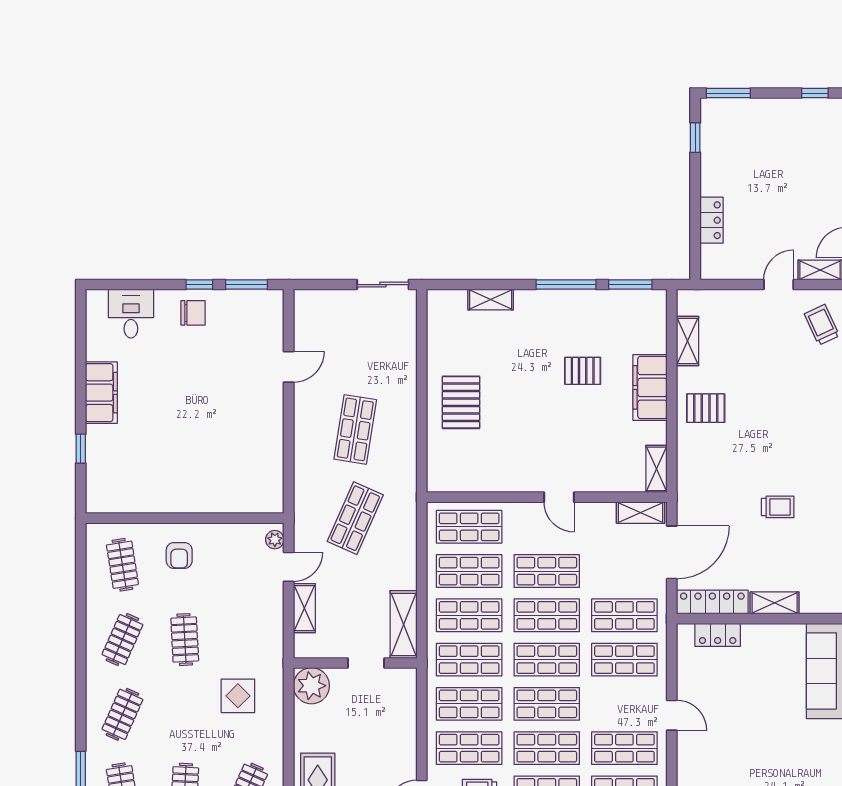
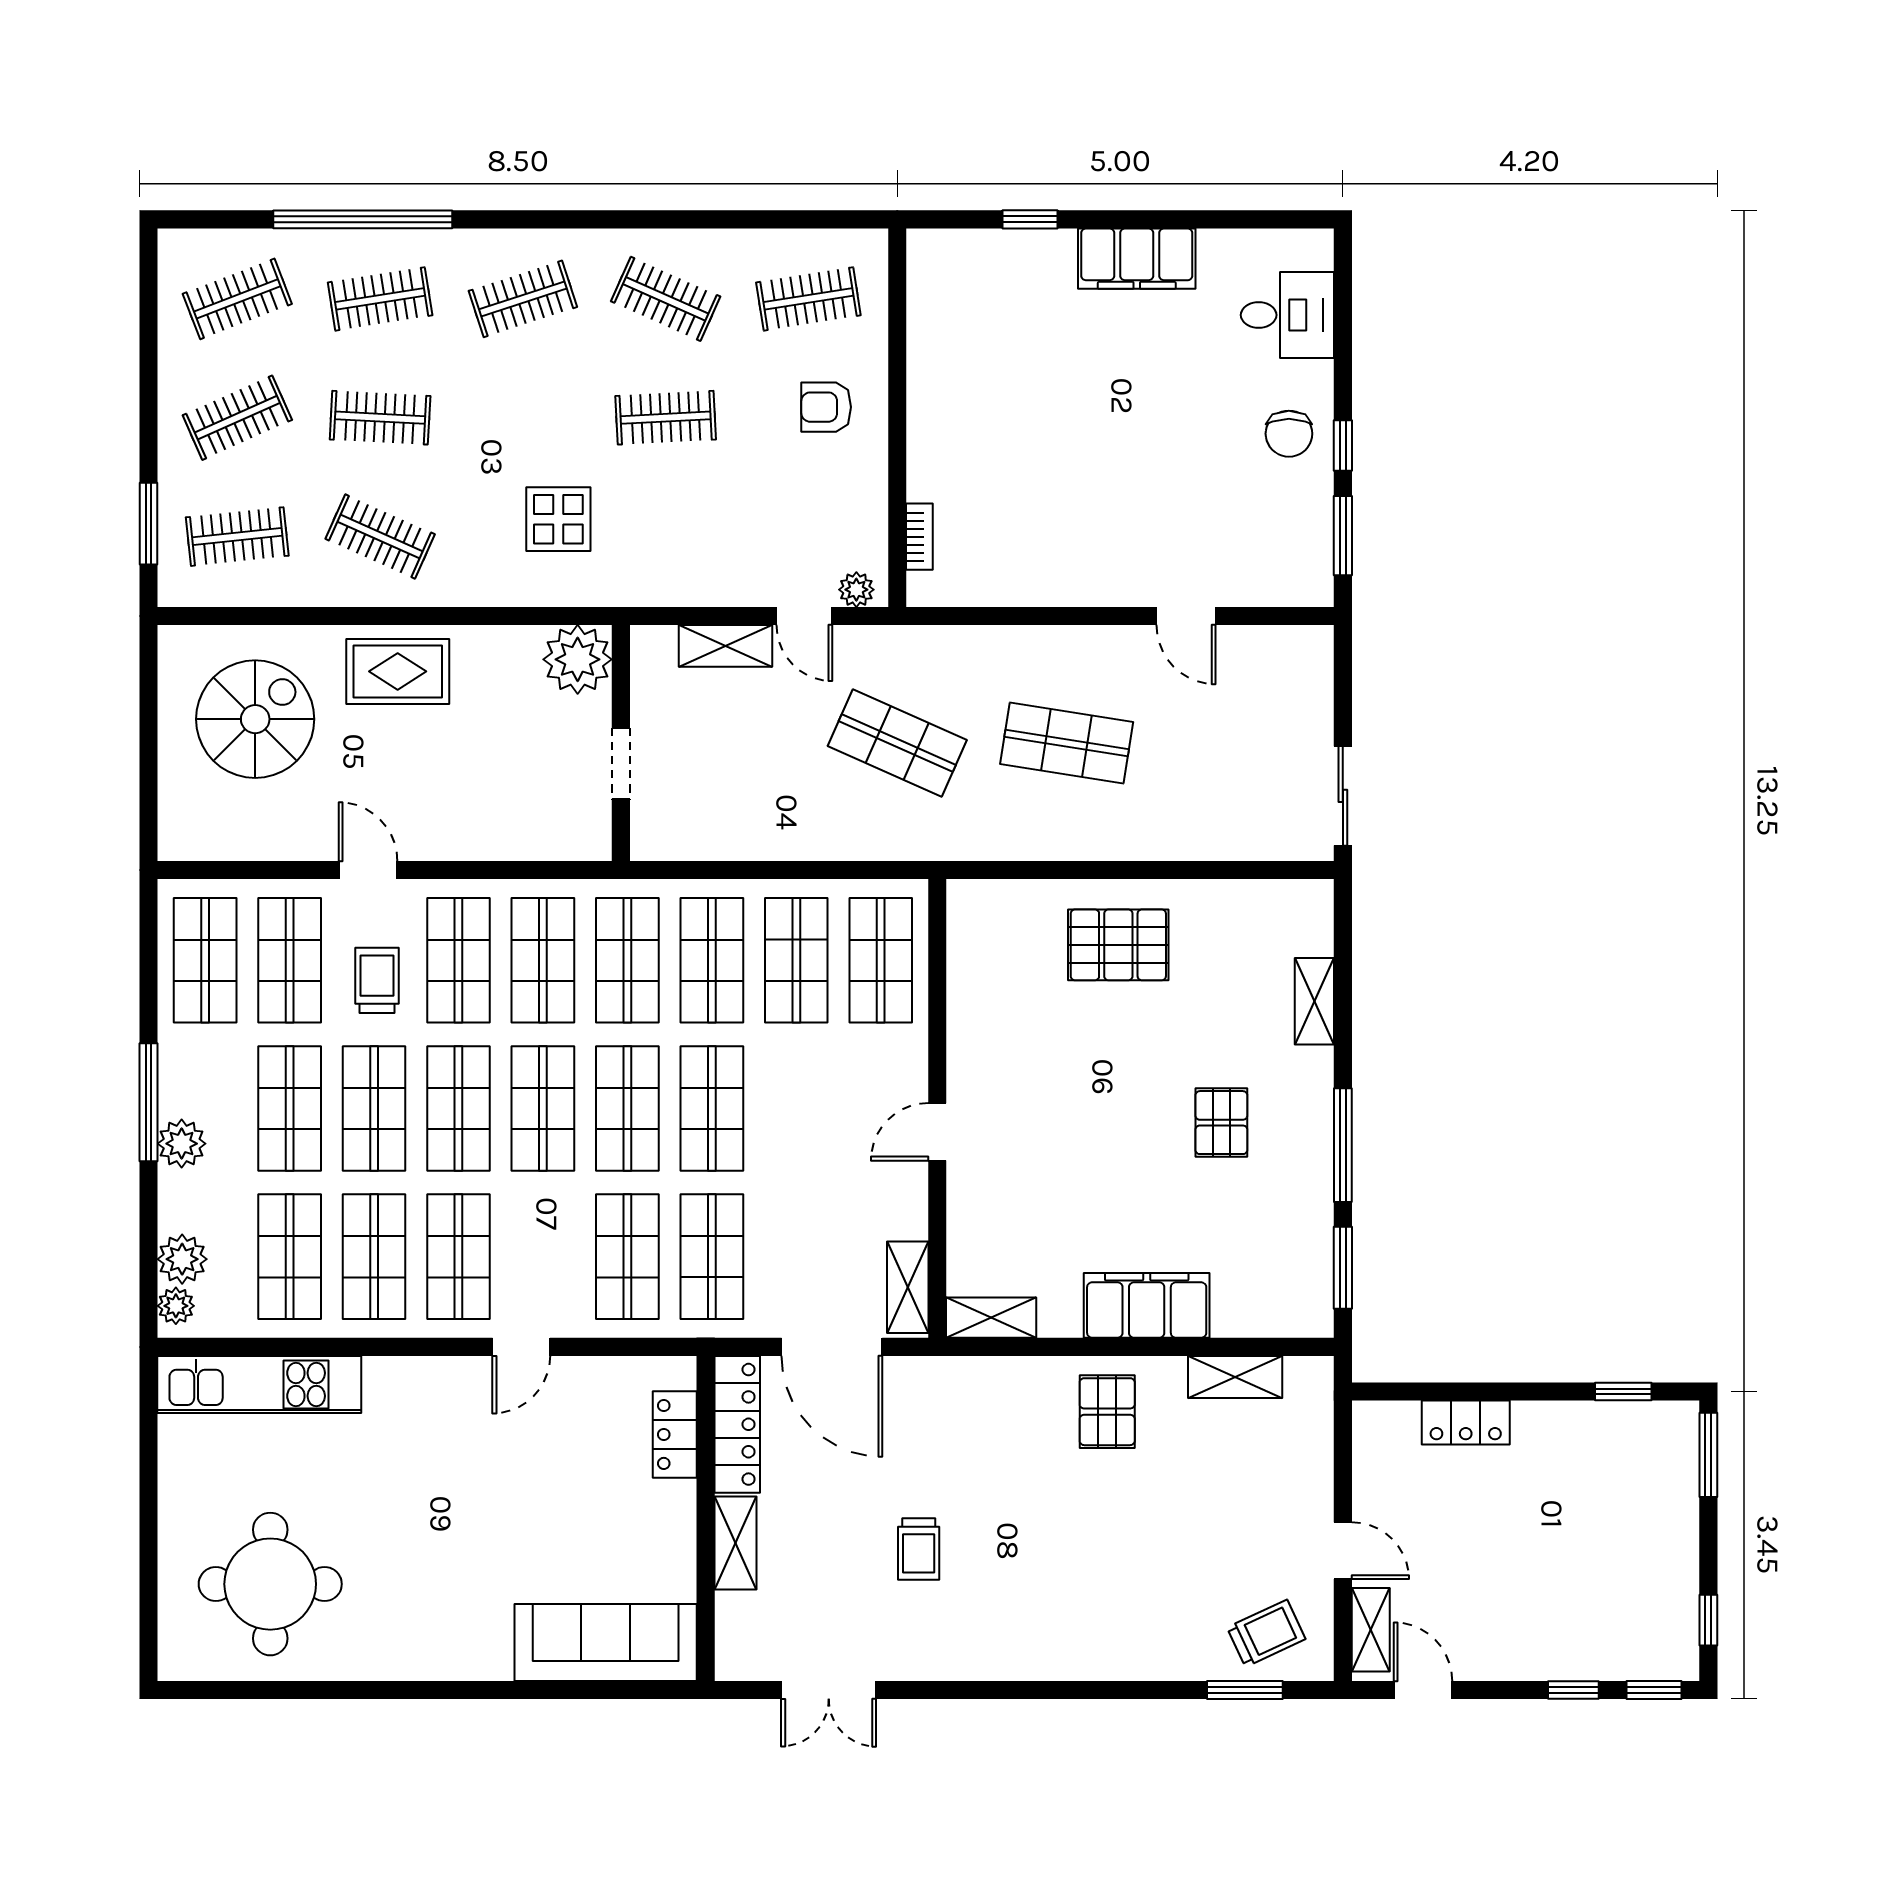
pallet: (583, 371) -> (1221, 1123), moved
bookcase: (247, 507) -> (919, 537), added
shop shelf: (547, 571) -> (796, 1108), removed
shelving: (404, 624) -> (694, 835), removed
clothes rail: (122, 714) -> (523, 299), turned -42

